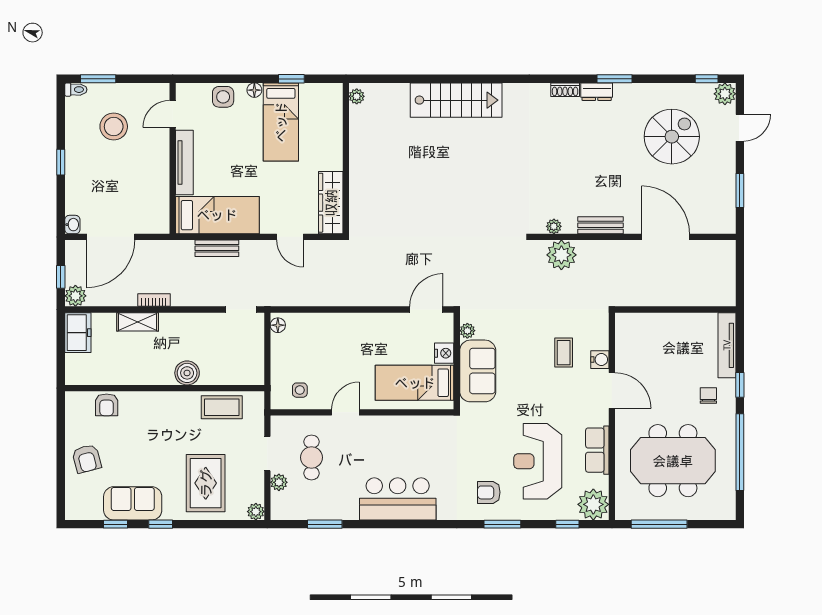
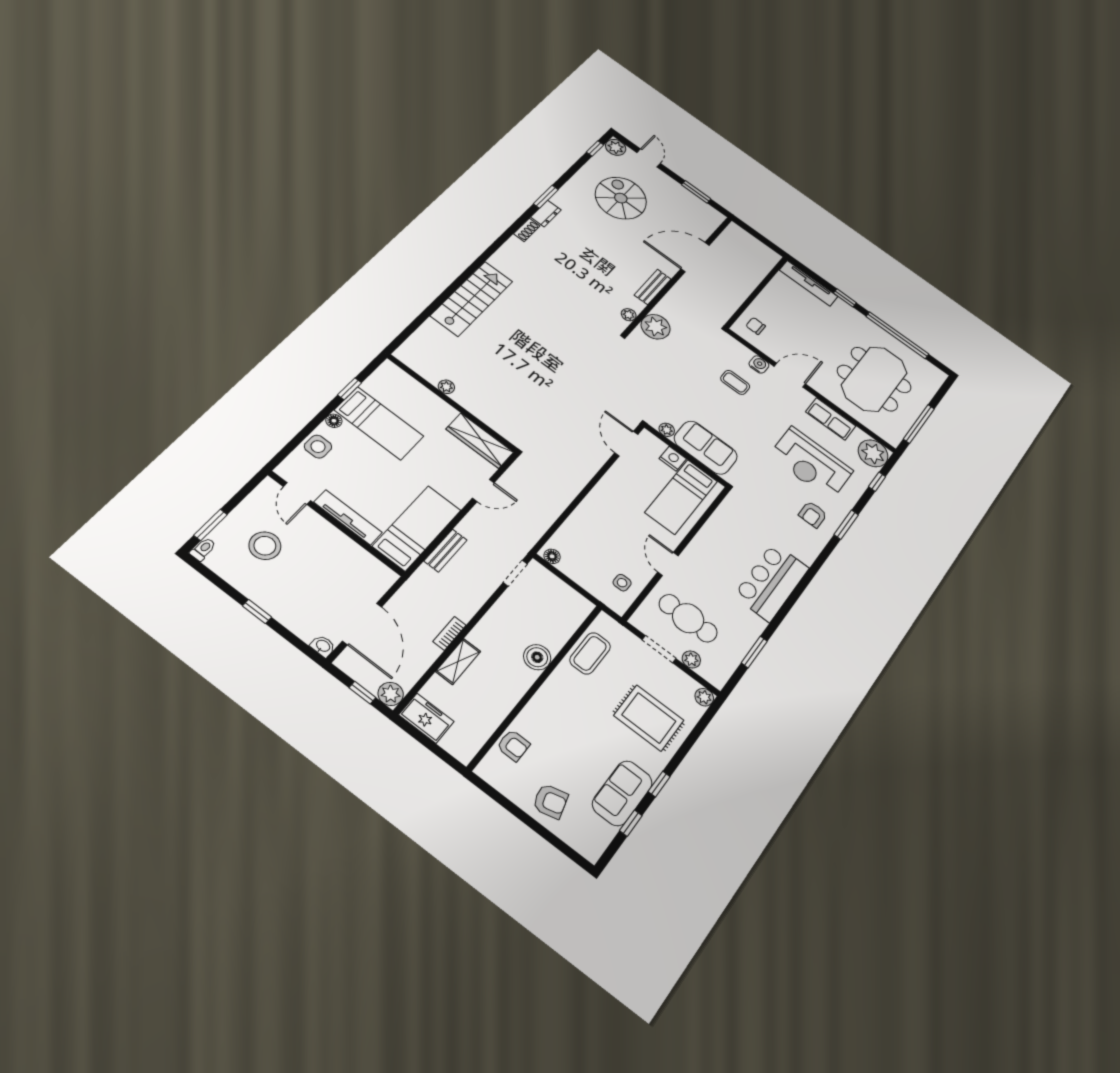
plant: (357, 96) -> (446, 387), moved
chair: (708, 395) -> (756, 326), moved
cafe table: (311, 457) -> (688, 618), width x1.37, depth x1.35

